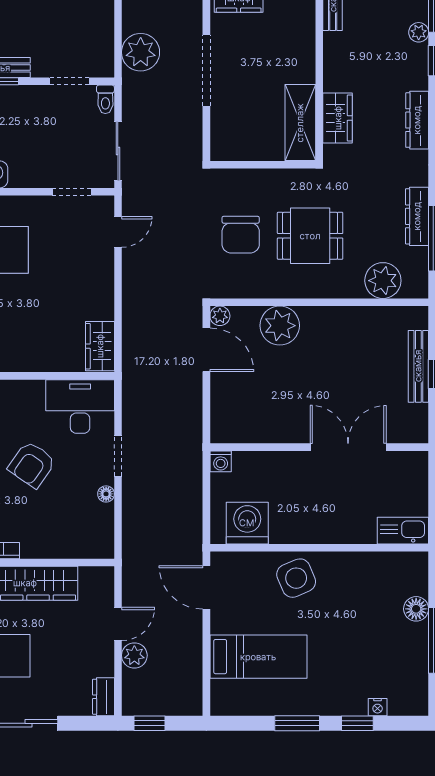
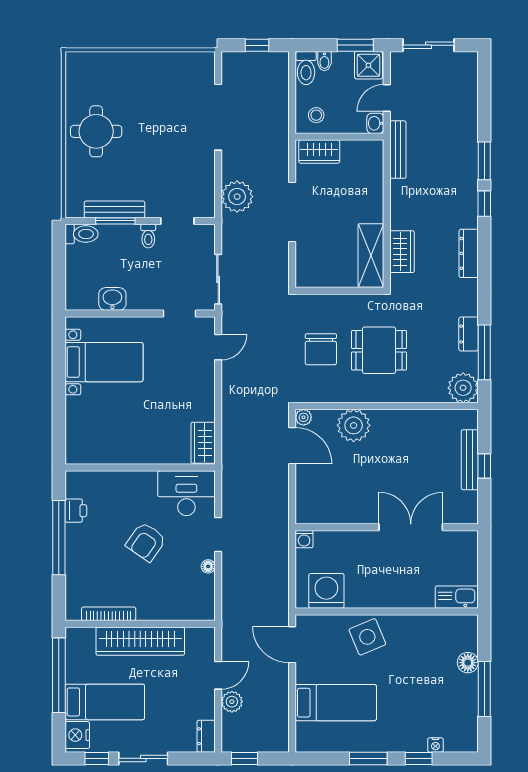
plant: (419, 32) -> (470, 180), removed
toilet: (105, 99) -> (148, 236), moved
dresser: (417, 216) -> (469, 334), width x0.70
plant: (383, 281) -> (463, 388), moved

